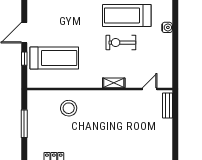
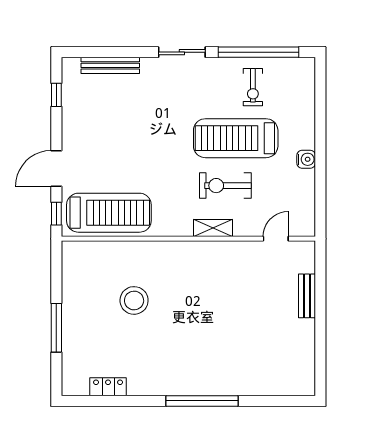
shelving: (114, 83) -> (213, 228), moved
wall: (100, 89) -> (188, 239), moved
door: (150, 89) -> (276, 239), moved

